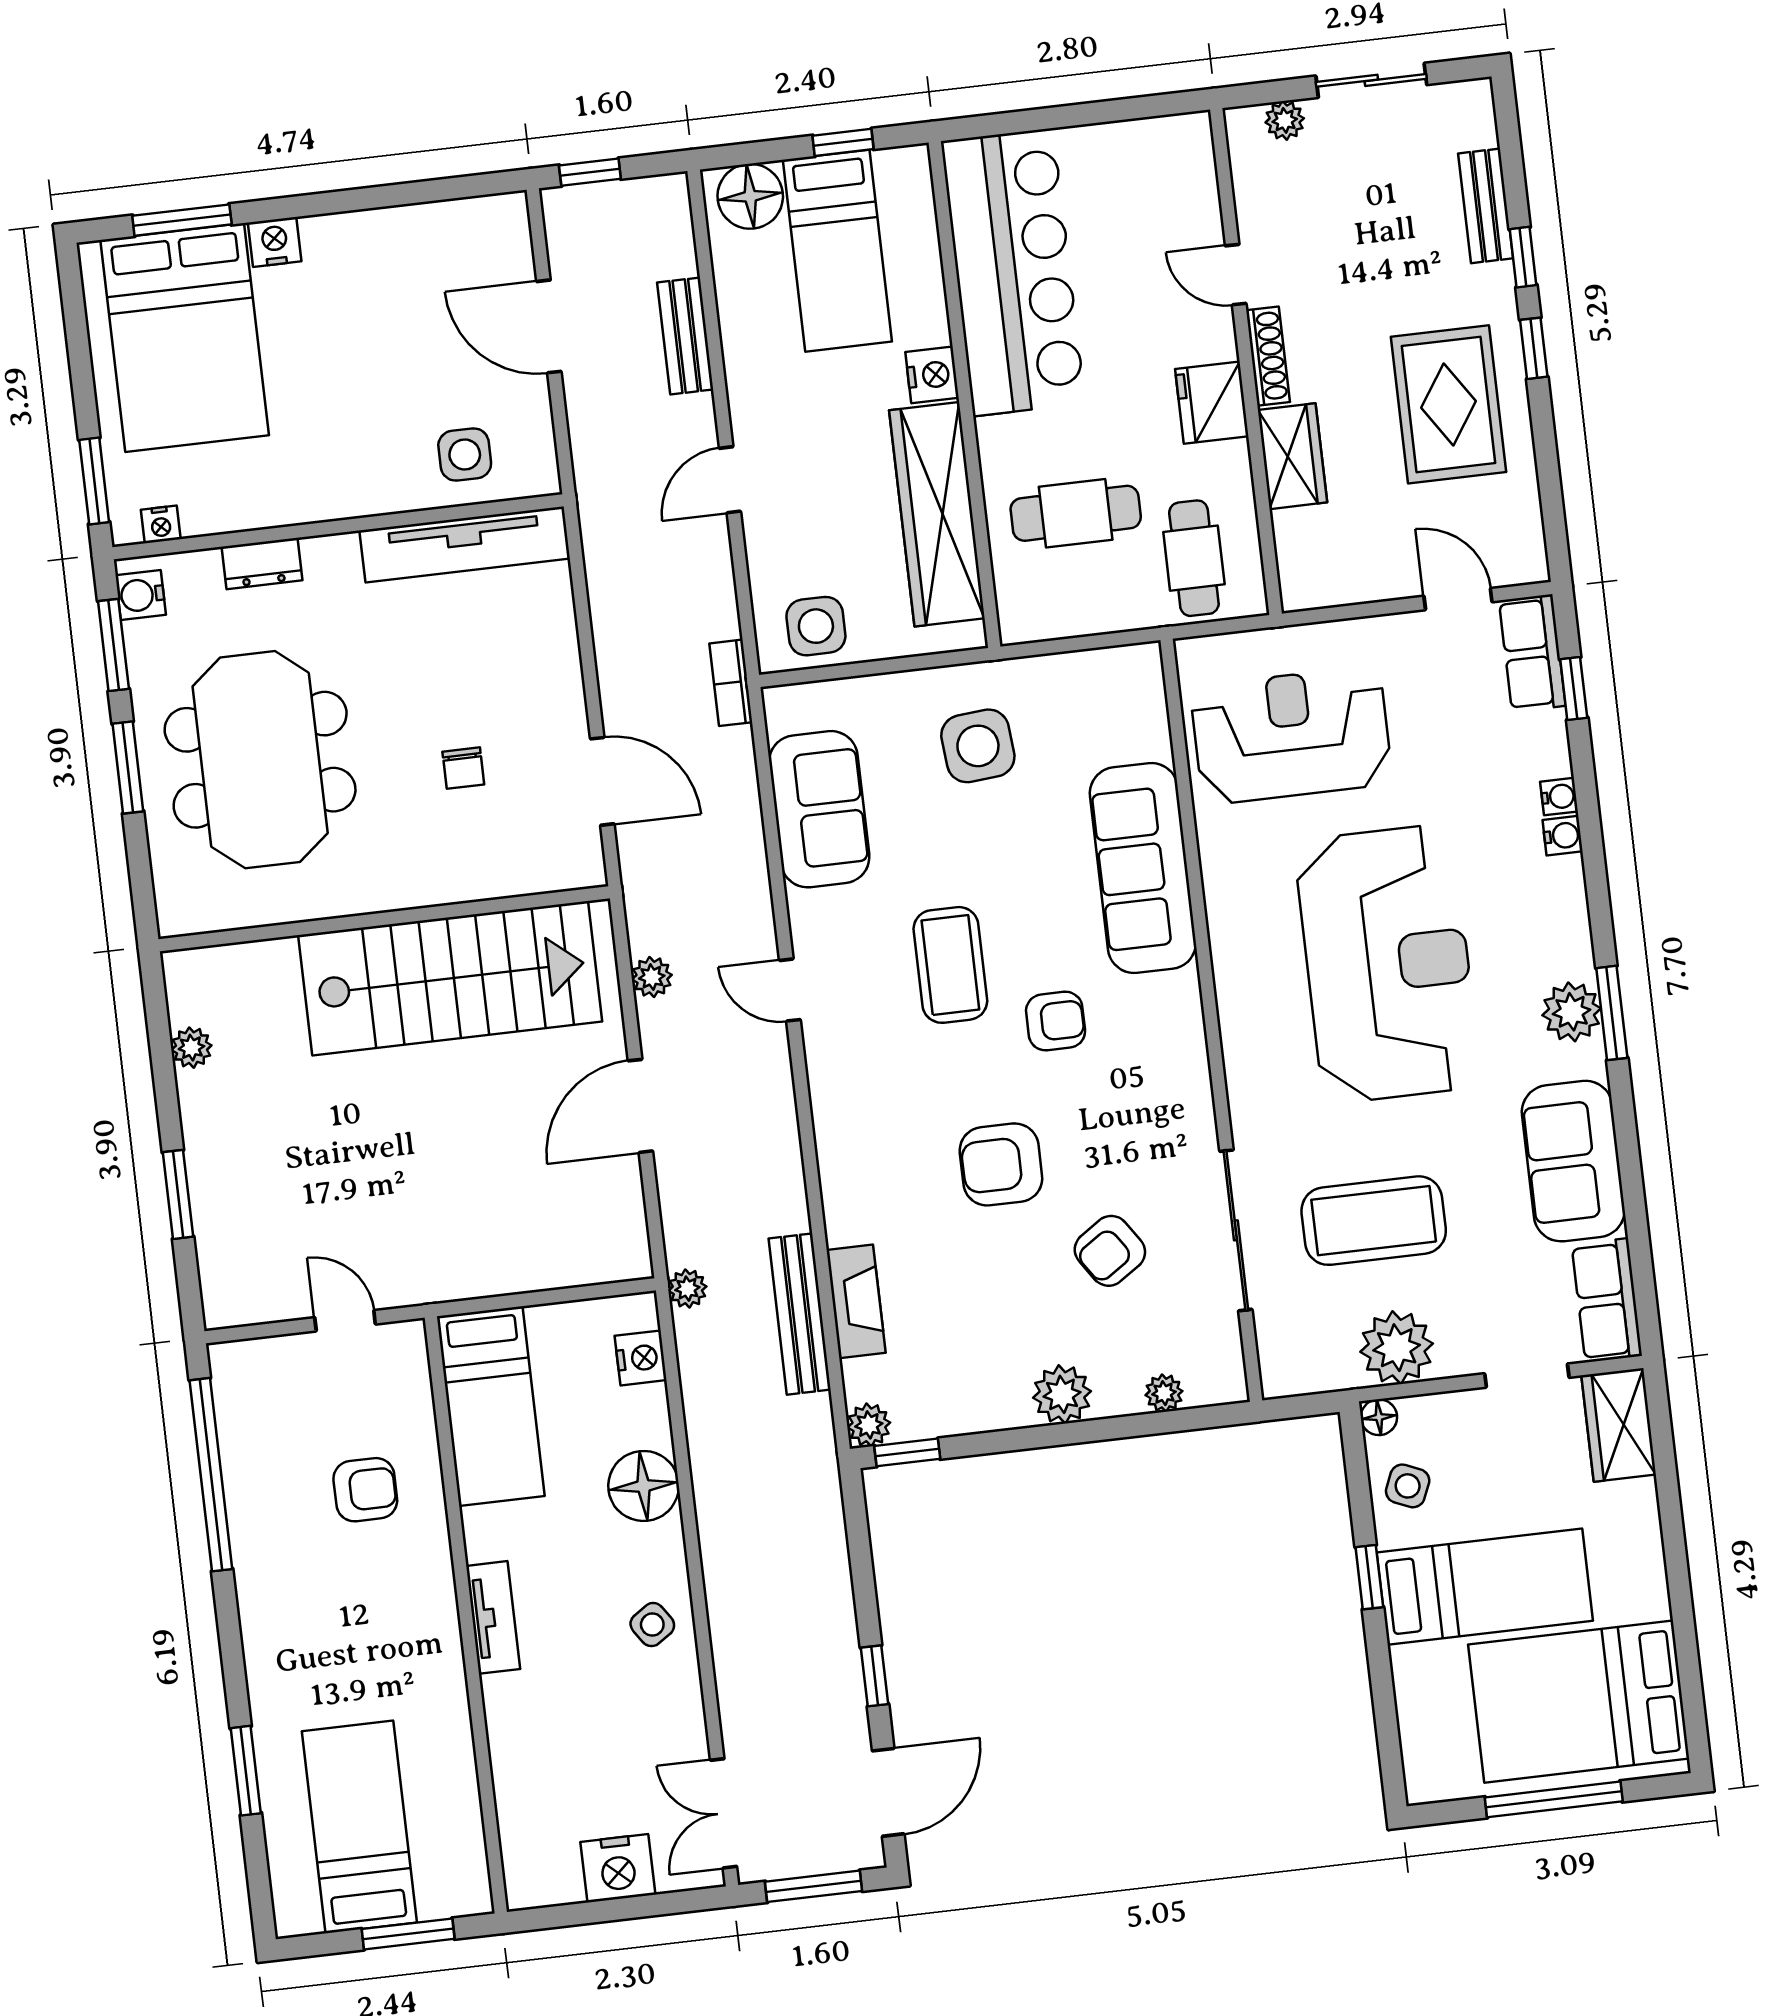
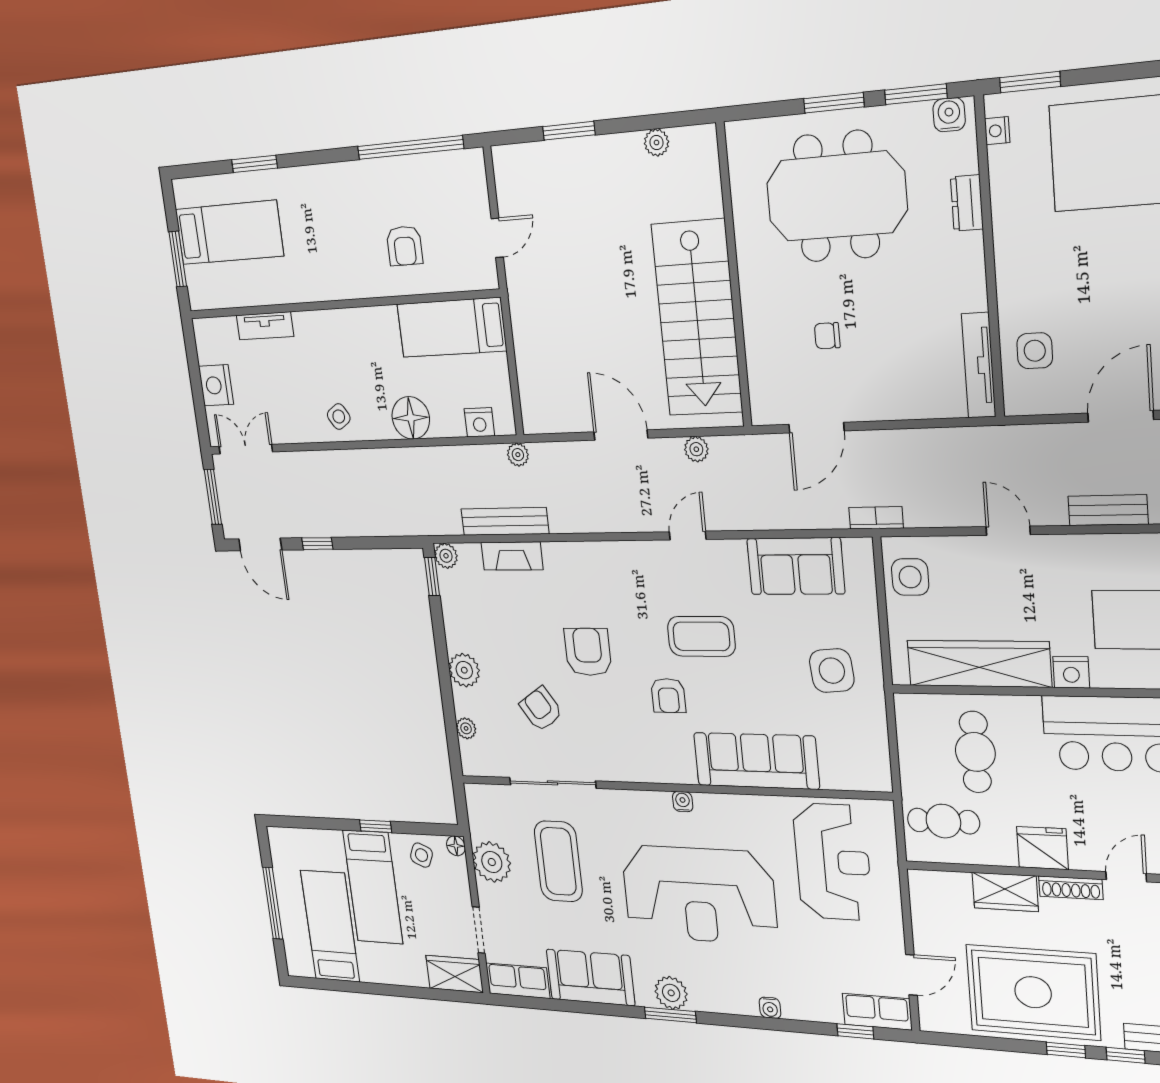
rug: (1448, 404) -> (1033, 992), width x1.37, depth x1.44
tv unit: (465, 545) -> (979, 365), width x0.73, depth x0.78
water cooler: (1559, 797) -> (683, 802), moved, turned 180
tv unit: (493, 1617) -> (265, 326), moved
bed: (1579, 1702) -> (330, 926), width x0.67

